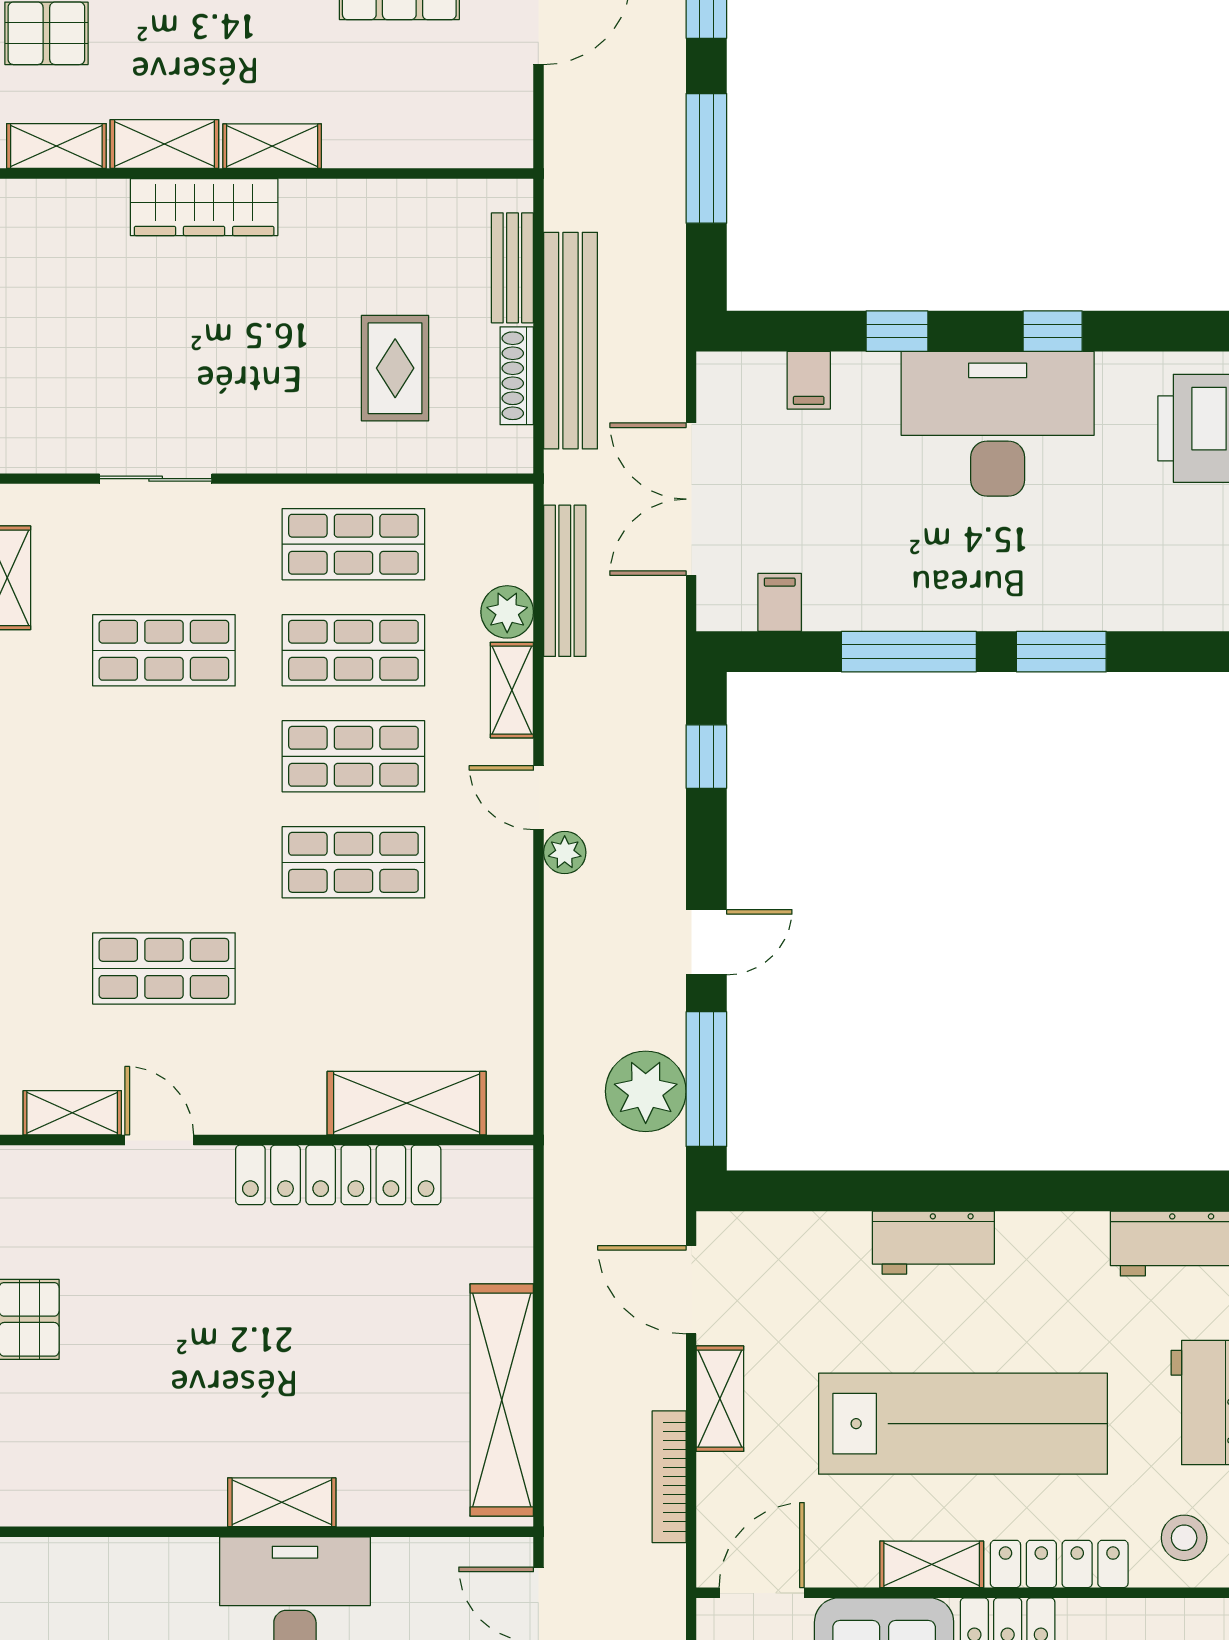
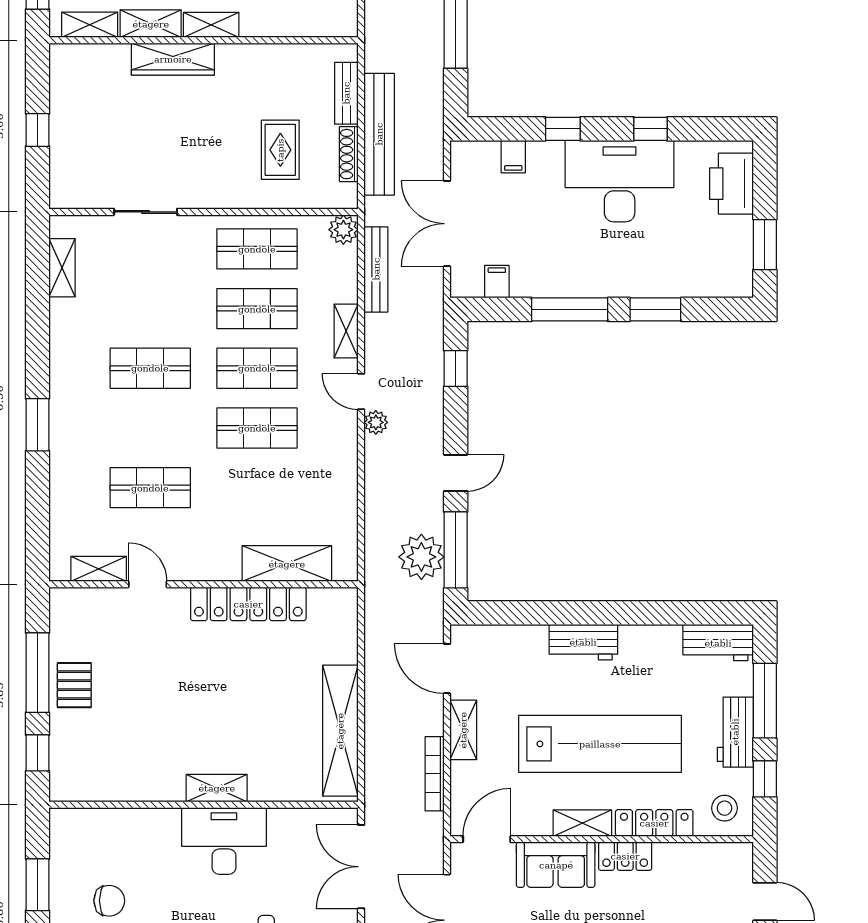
plant: (507, 612) -> (343, 230), moved
shop shelf: (164, 650) -> (150, 368), moved

